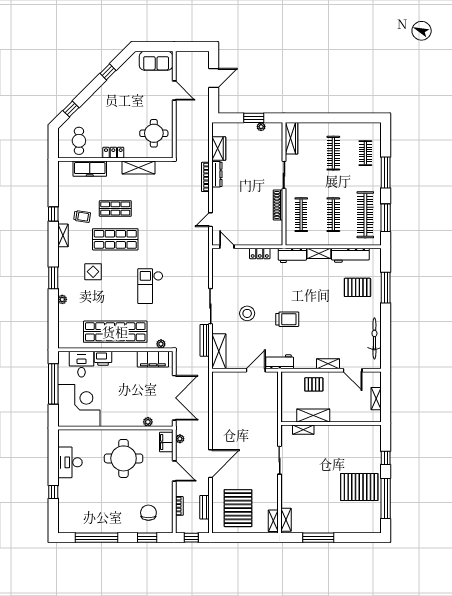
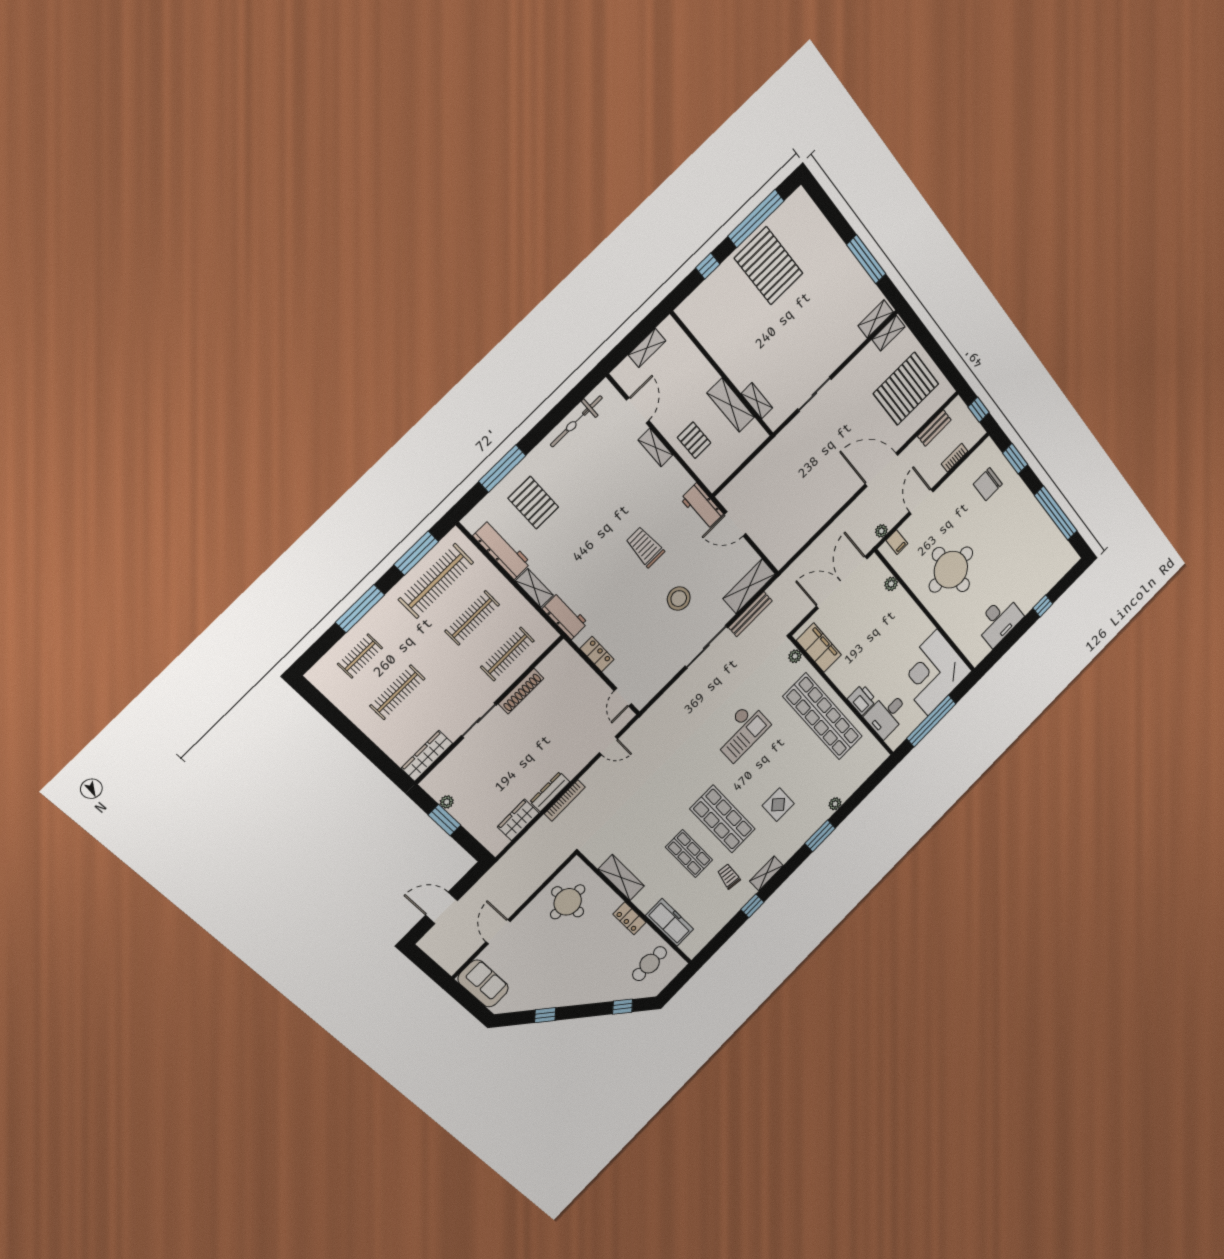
filing cabinet: (166, 442) -> (897, 542), width x0.50

